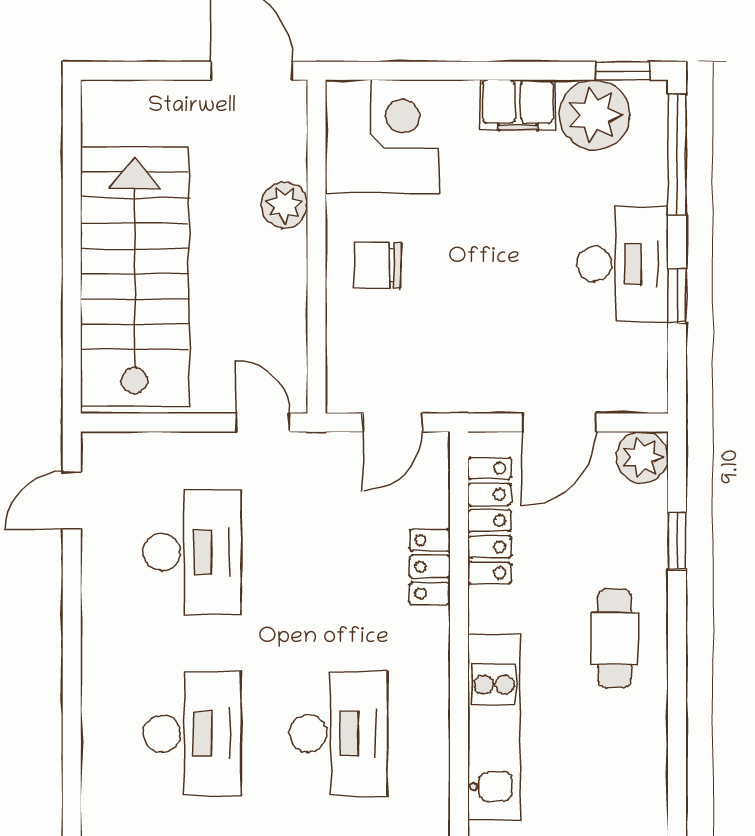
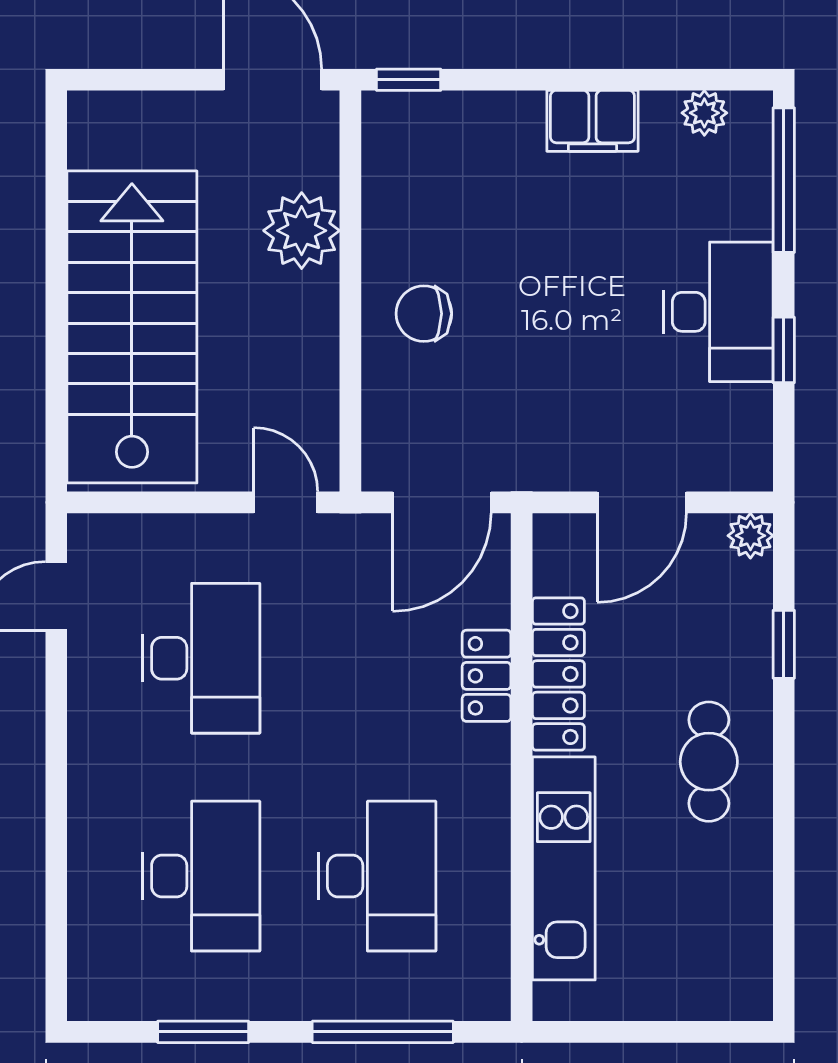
window: (623, 71) -> (409, 80), moved
plant: (595, 115) -> (704, 113), width x0.53, depth x0.53
corner desk: (382, 137) -> (429, 159), removed
plant: (284, 205) -> (302, 231), width x1.36, depth x1.36
door: (393, 422) -> (442, 502), width x1.38
plant: (642, 457) -> (750, 536), width x0.73, depth x0.73
locker: (490, 521) -> (558, 674), moved

